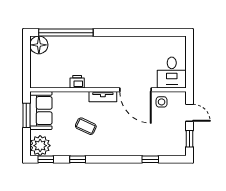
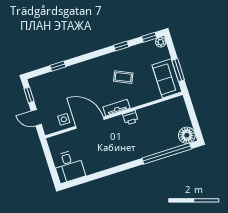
desk: (172, 73) -> (69, 166), moved, turned 180
printer: (77, 82) -> (130, 118), moved
plant: (40, 146) -> (161, 42), width x0.53, depth x0.53

